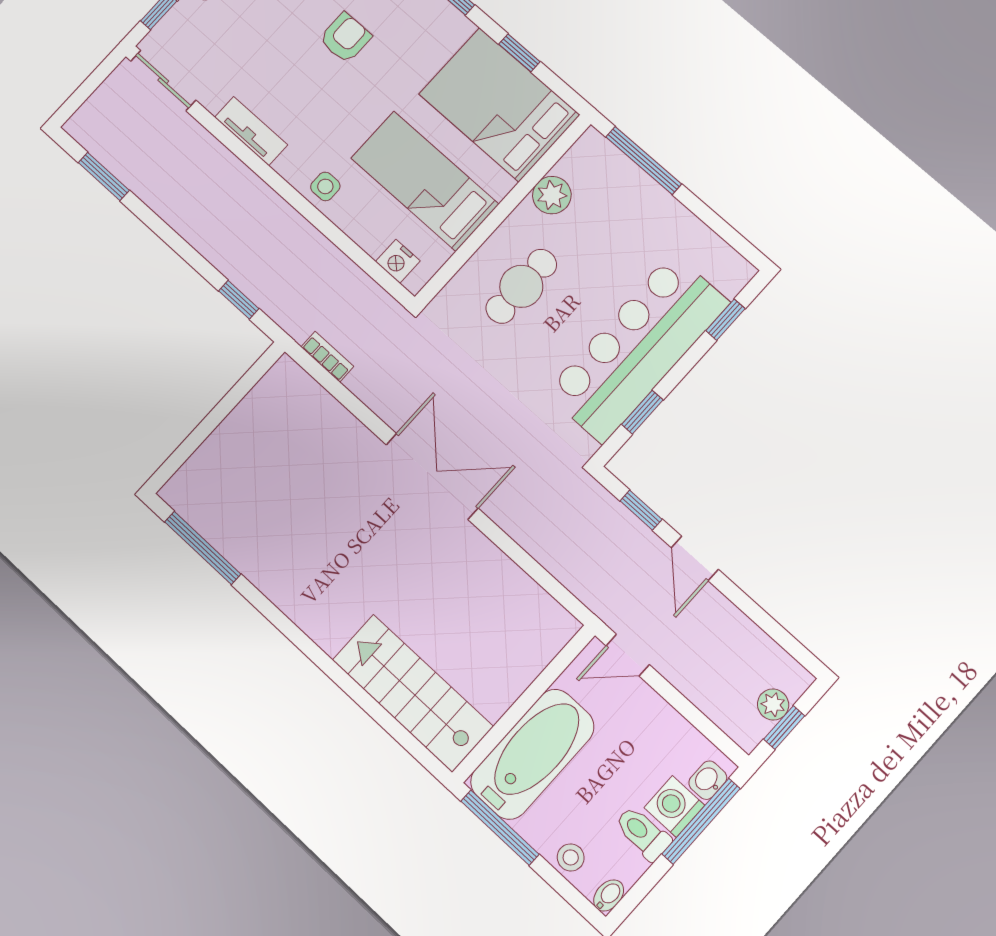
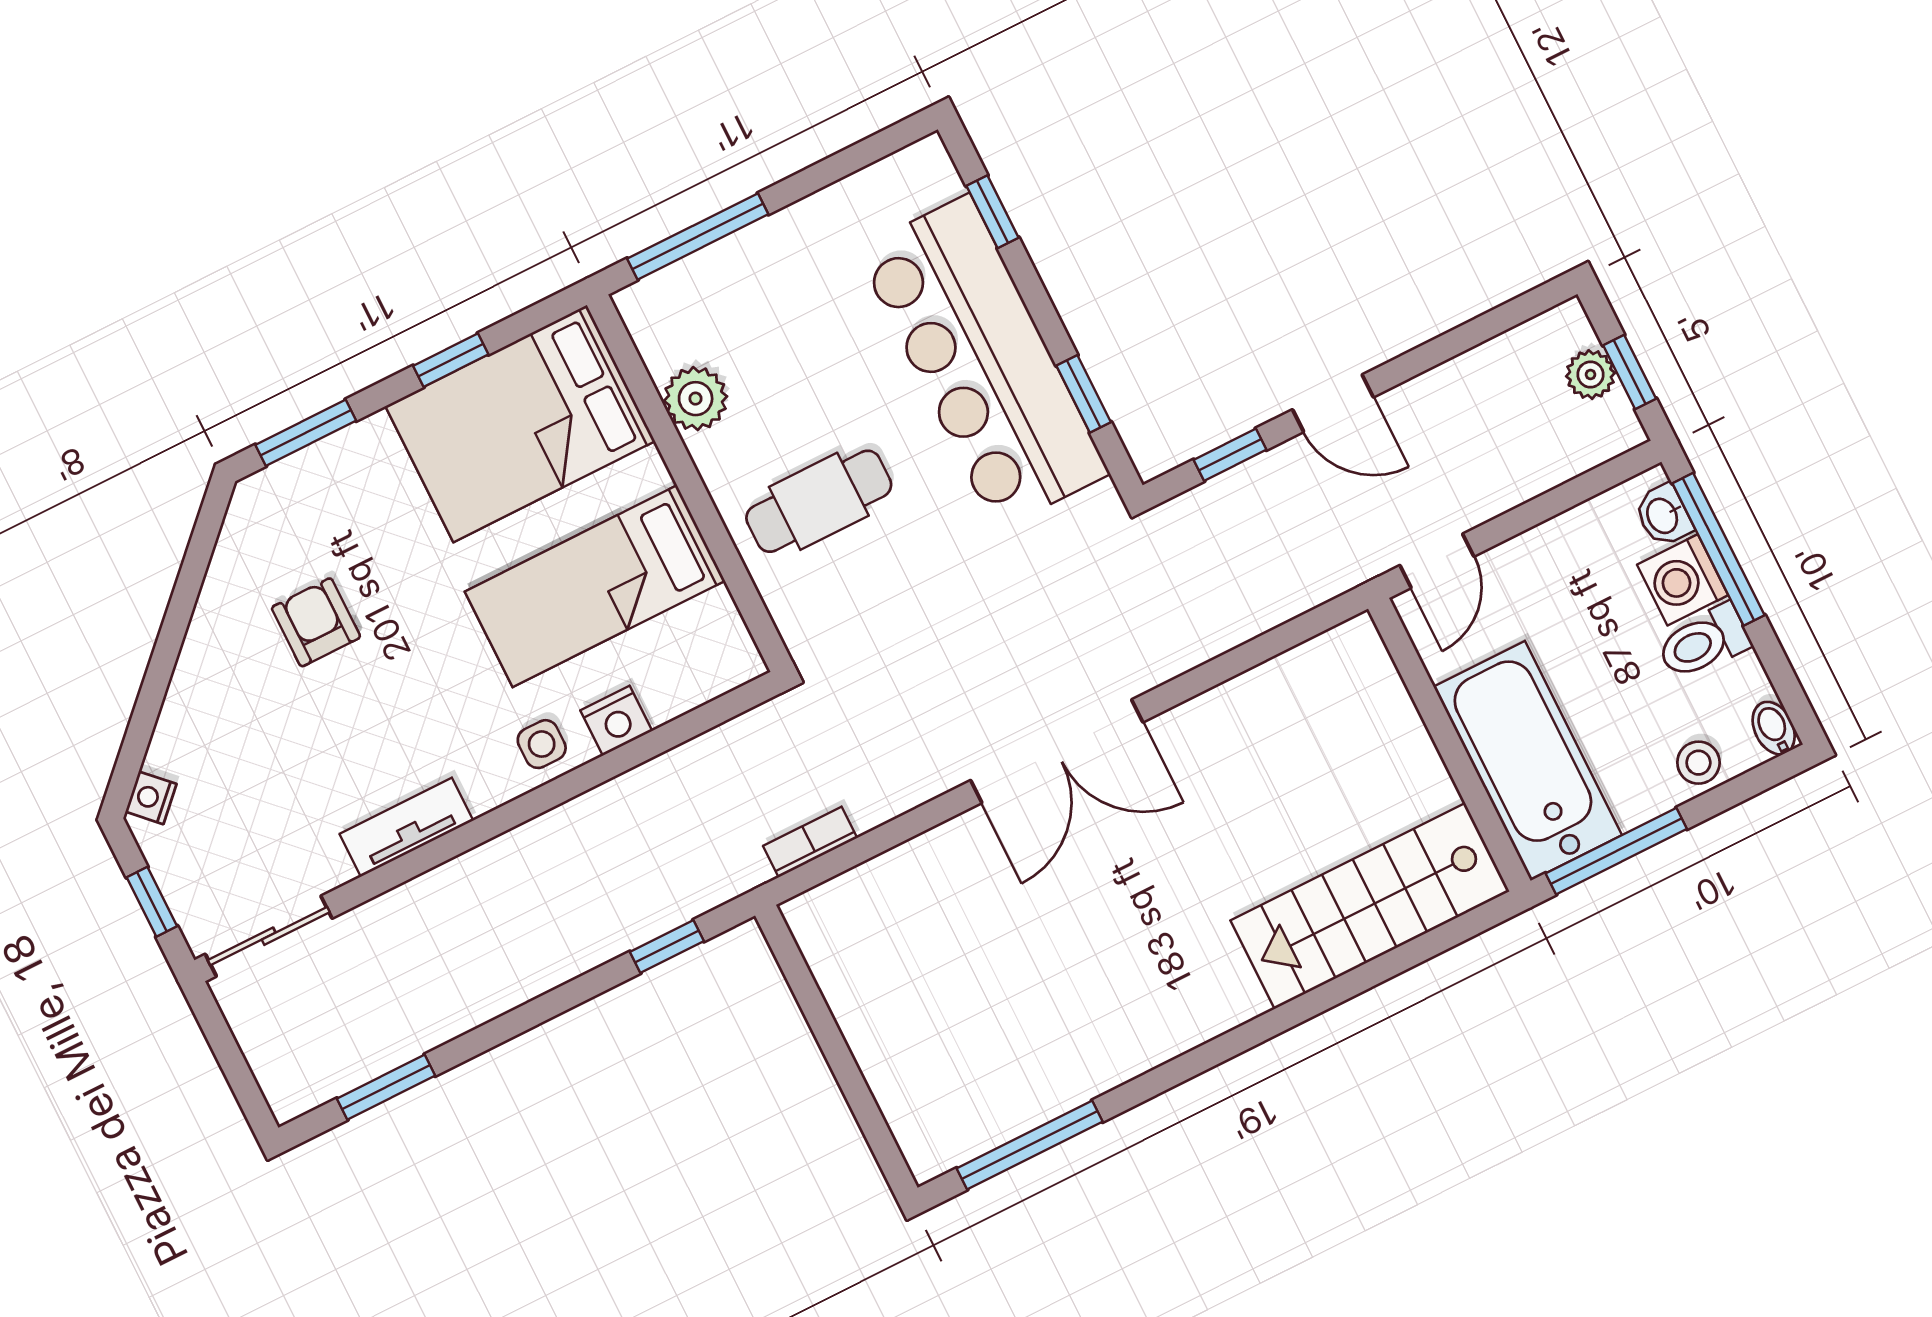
nightstand: (398, 261) -> (616, 721), moved
cafe table: (521, 286) -> (819, 501), turned 90
double door: (432, 476) -> (1057, 751), swing flipped

